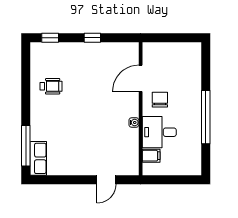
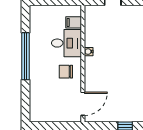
door: (141, 78) -> (83, 104), moved
chair: (160, 100) -> (66, 72), turned 90

